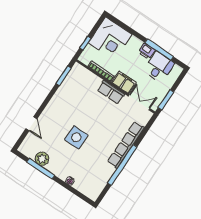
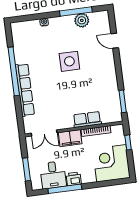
row of seats: (111, 92) -> (87, 119), moved
window: (166, 100) -> (27, 169), moved

